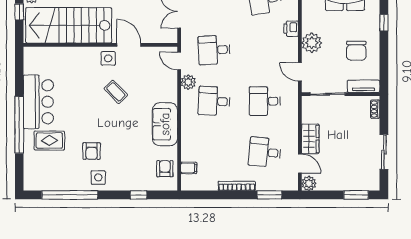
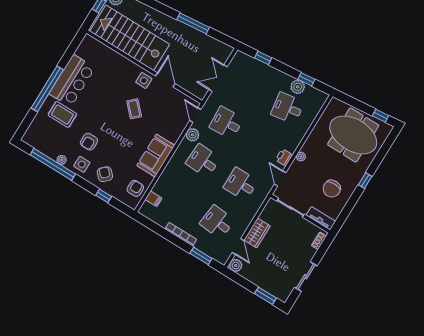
printer: (291, 29) -> (284, 157), moved
plant: (312, 43) -> (301, 157), width x0.53, depth x0.53
armchair: (127, 173) -> (105, 174), added
plant: (76, 185) -> (62, 160), added

